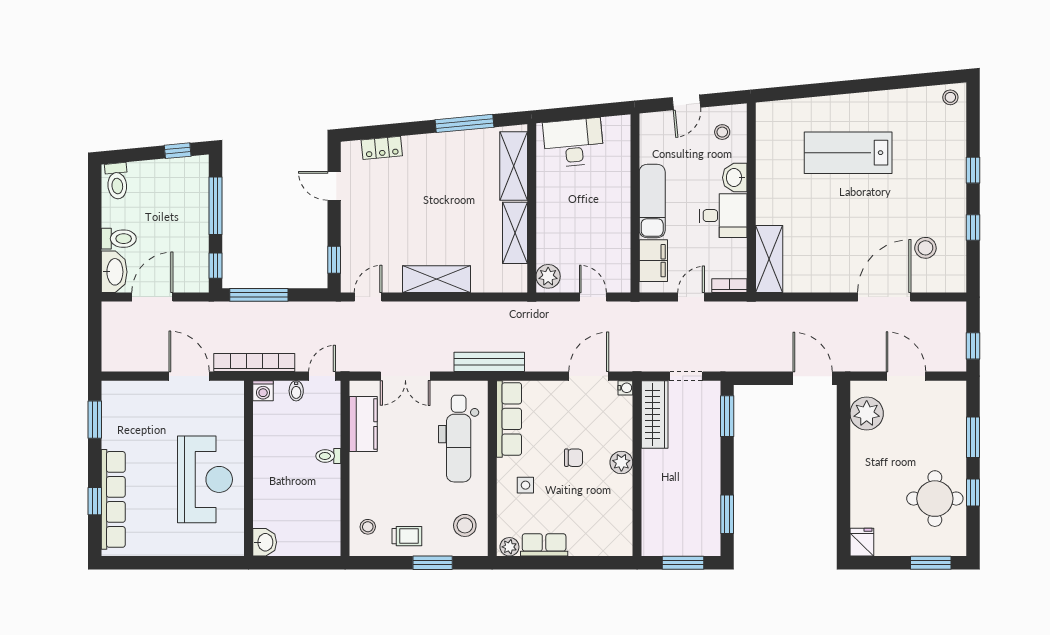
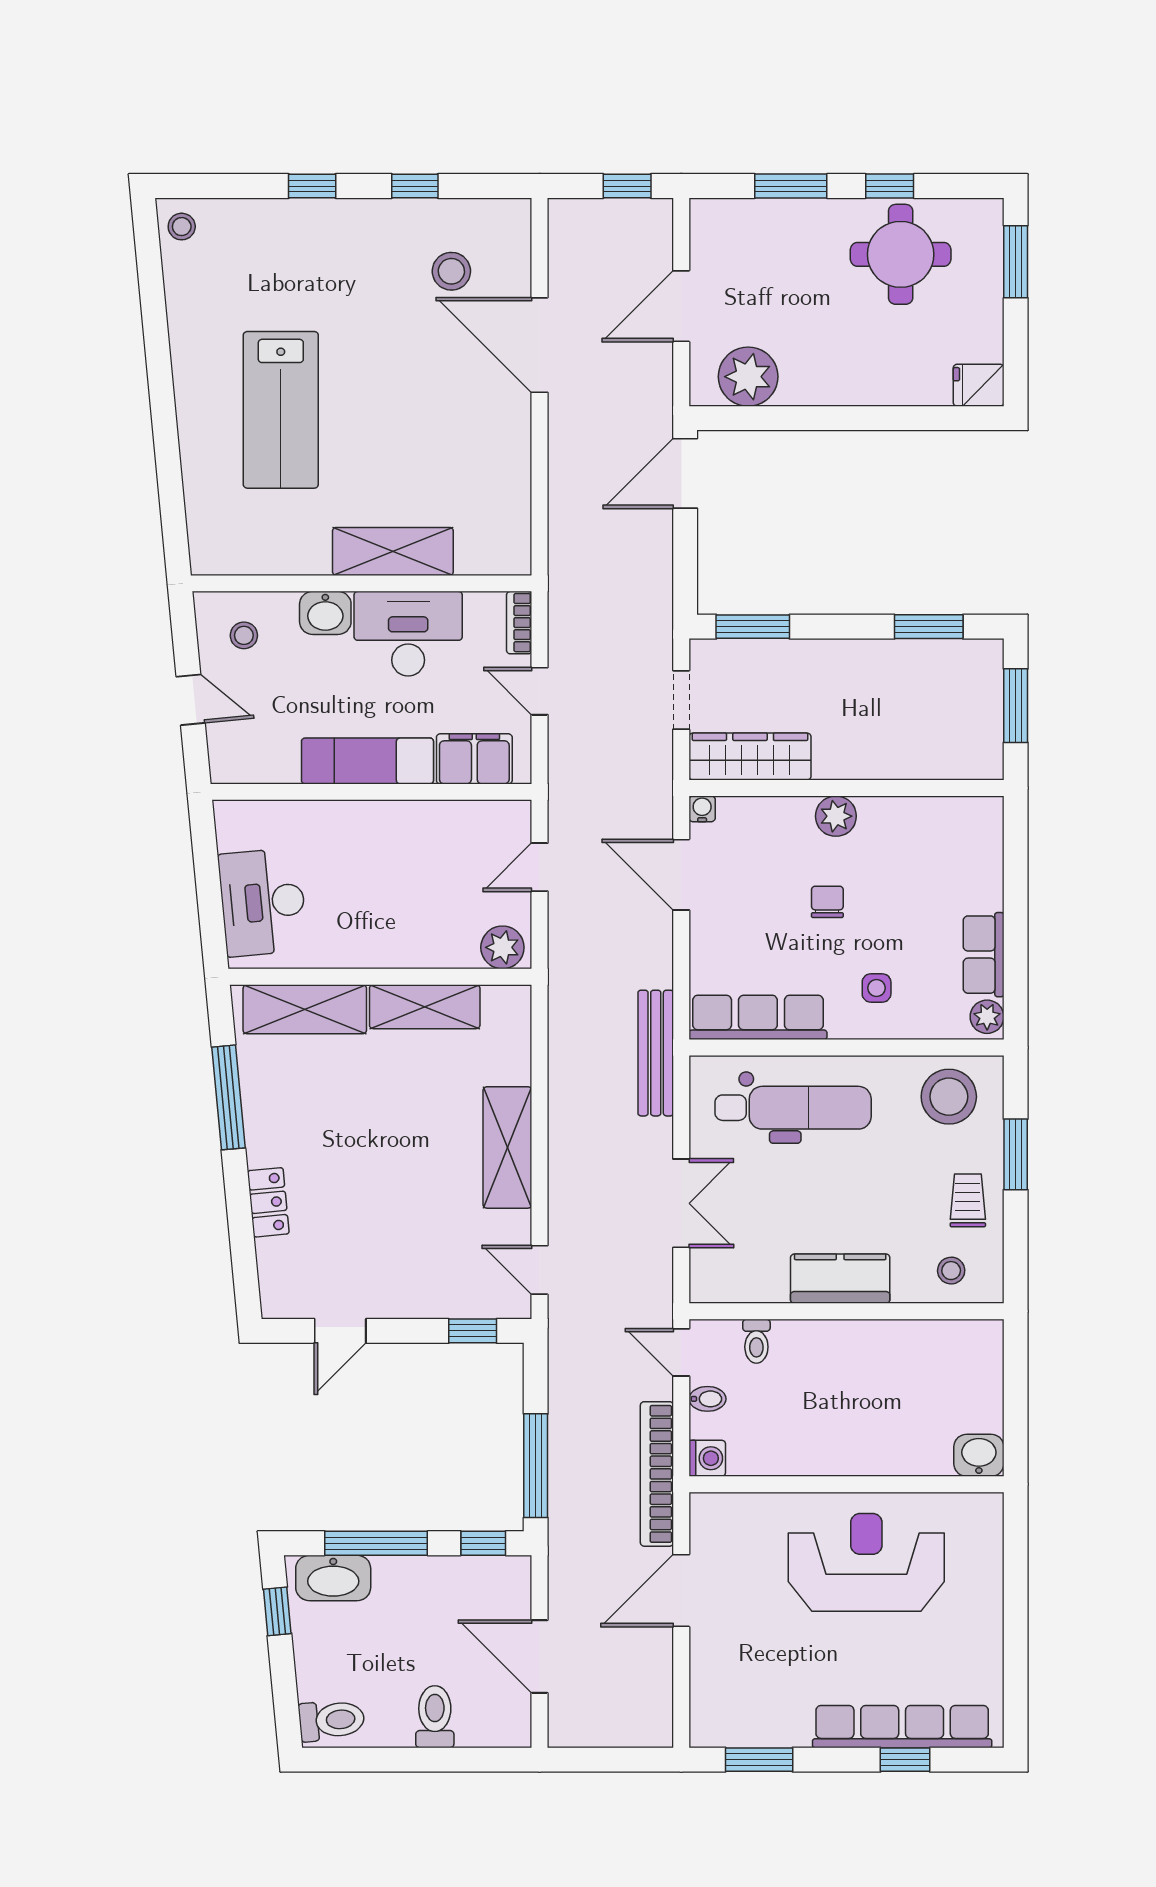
locker: (382, 148) -> (268, 1202), moved
desk: (723, 216) -> (408, 634), width x1.37
shelving: (769, 259) -> (393, 551), moved
washbasin: (114, 272) -> (333, 1578), moved, turned 180
kitchen counter: (363, 424) -> (840, 1279), moved
toilet: (328, 456) -> (756, 1341), moved
stool: (465, 525) -> (949, 1097), width x1.38, depth x1.38

